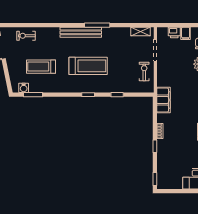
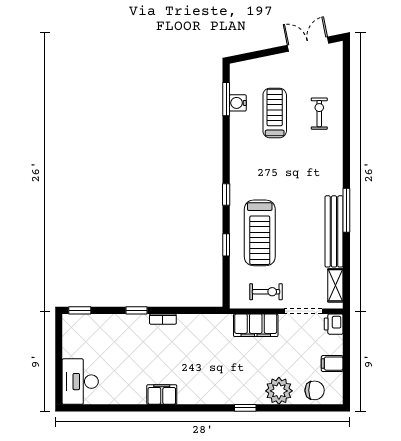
bench: (81, 32) -> (334, 231), moved
printer: (174, 33) -> (334, 324), moved
exercise bike: (26, 36) -> (319, 114), moved
treadmill: (88, 66) -> (260, 233), moved
water cooler: (24, 88) -> (238, 103), moved
filing cabinet: (163, 100) -> (256, 325), moved

